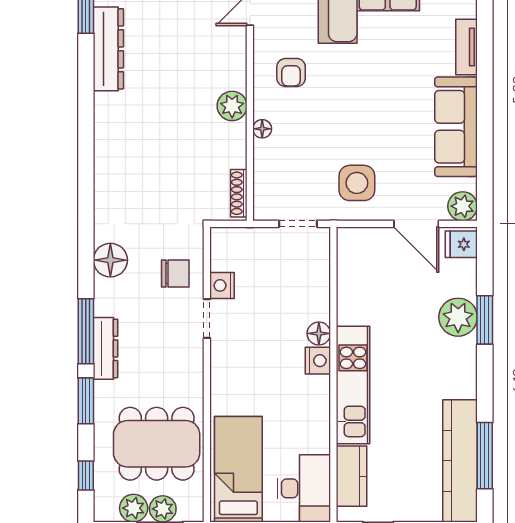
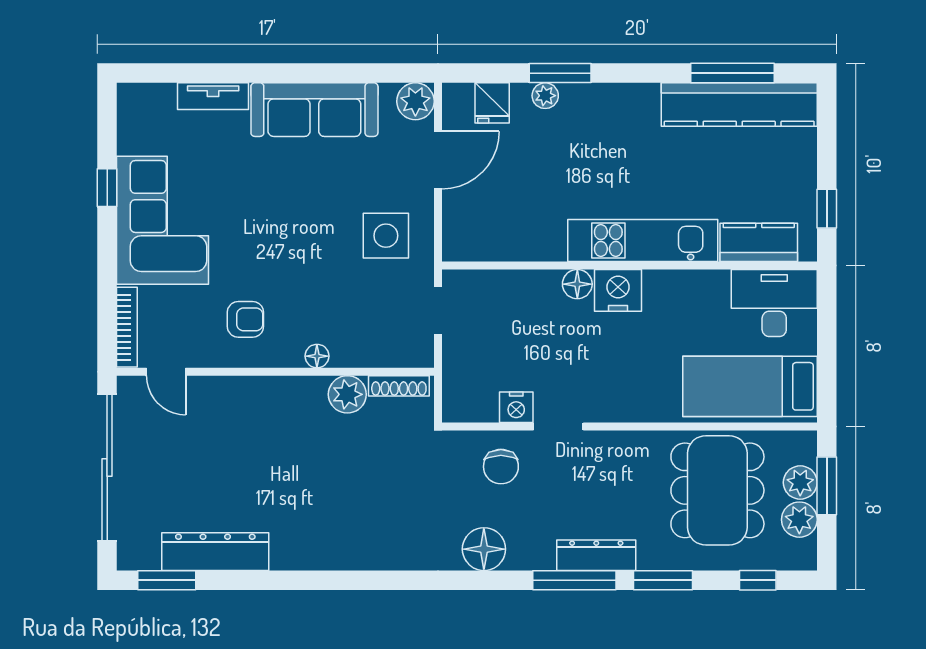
plant: (232, 106) -> (347, 394), moved
fridge: (461, 244) -> (492, 103), moved
chair: (175, 273) -> (501, 467), turned 180
plant: (458, 317) -> (545, 96), width x0.53, depth x0.53
nightstand: (318, 361) -> (618, 290), width x1.36, depth x1.33

